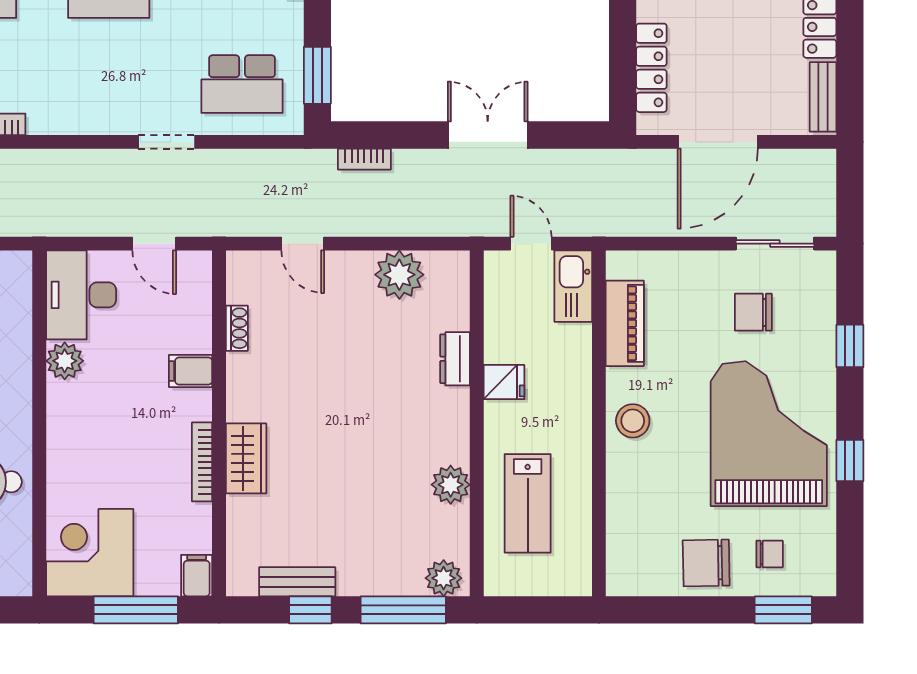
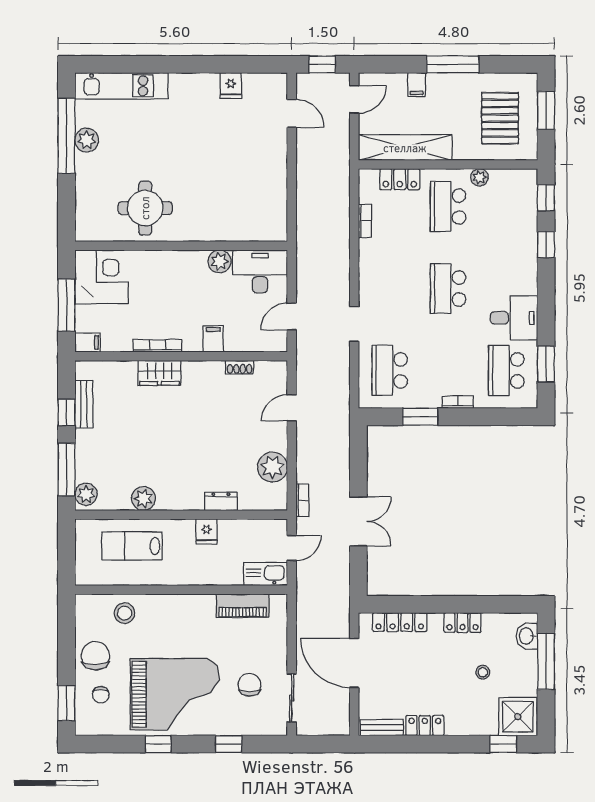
window: (317, 75) -> (420, 417), moved
bookcase: (364, 159) -> (302, 500), moved, turned 180
stool: (633, 421) -> (125, 613), moved

